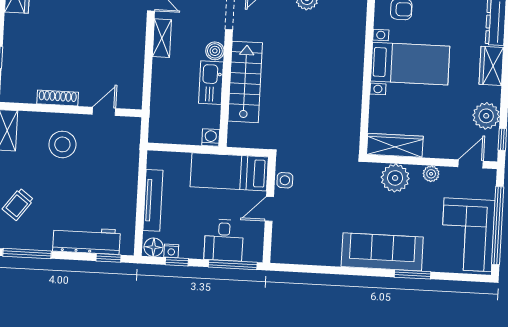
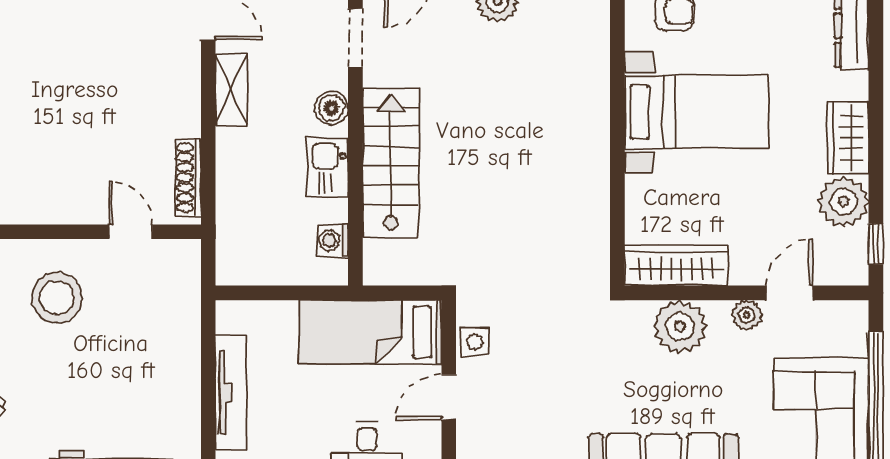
wardrobe: (491, 66) -> (848, 138), moved
kitchen sink: (211, 83) -> (327, 168), width x0.73
shoe rack: (58, 98) -> (188, 177), moved, turned -90
door: (104, 111) -> (131, 232), hinge flipped
washing machine: (211, 137) -> (332, 240), moved, turned -90
door: (471, 164) -> (790, 293), moved

